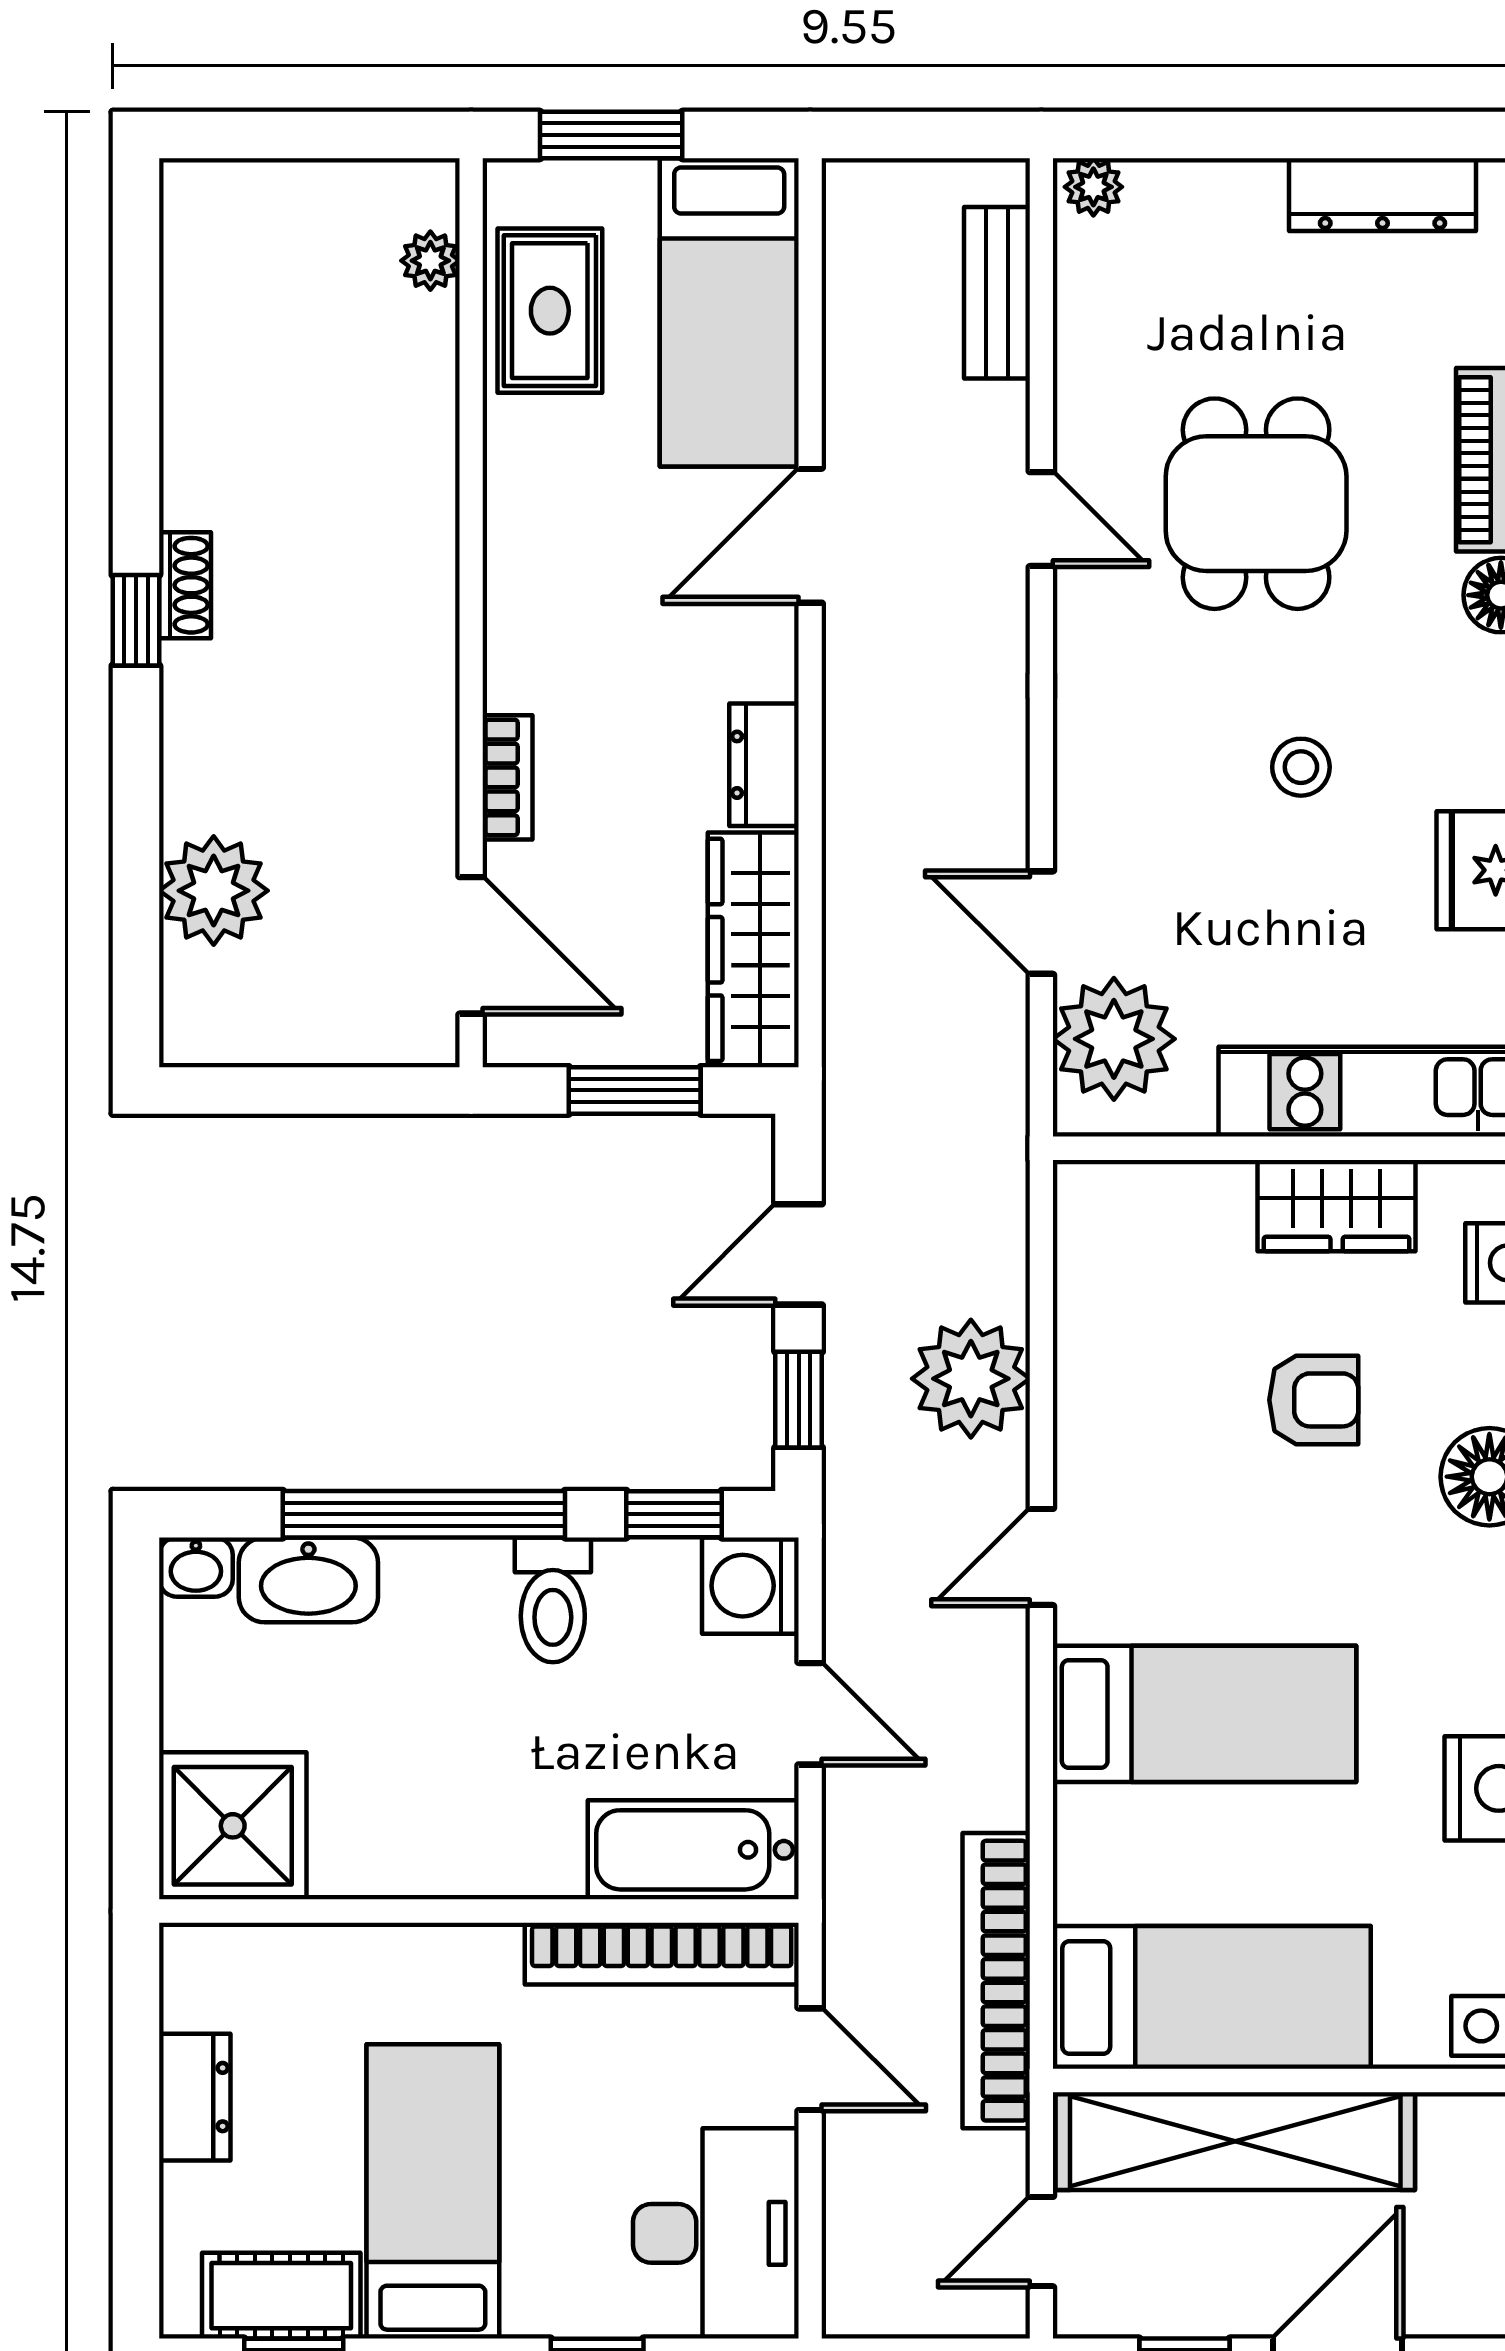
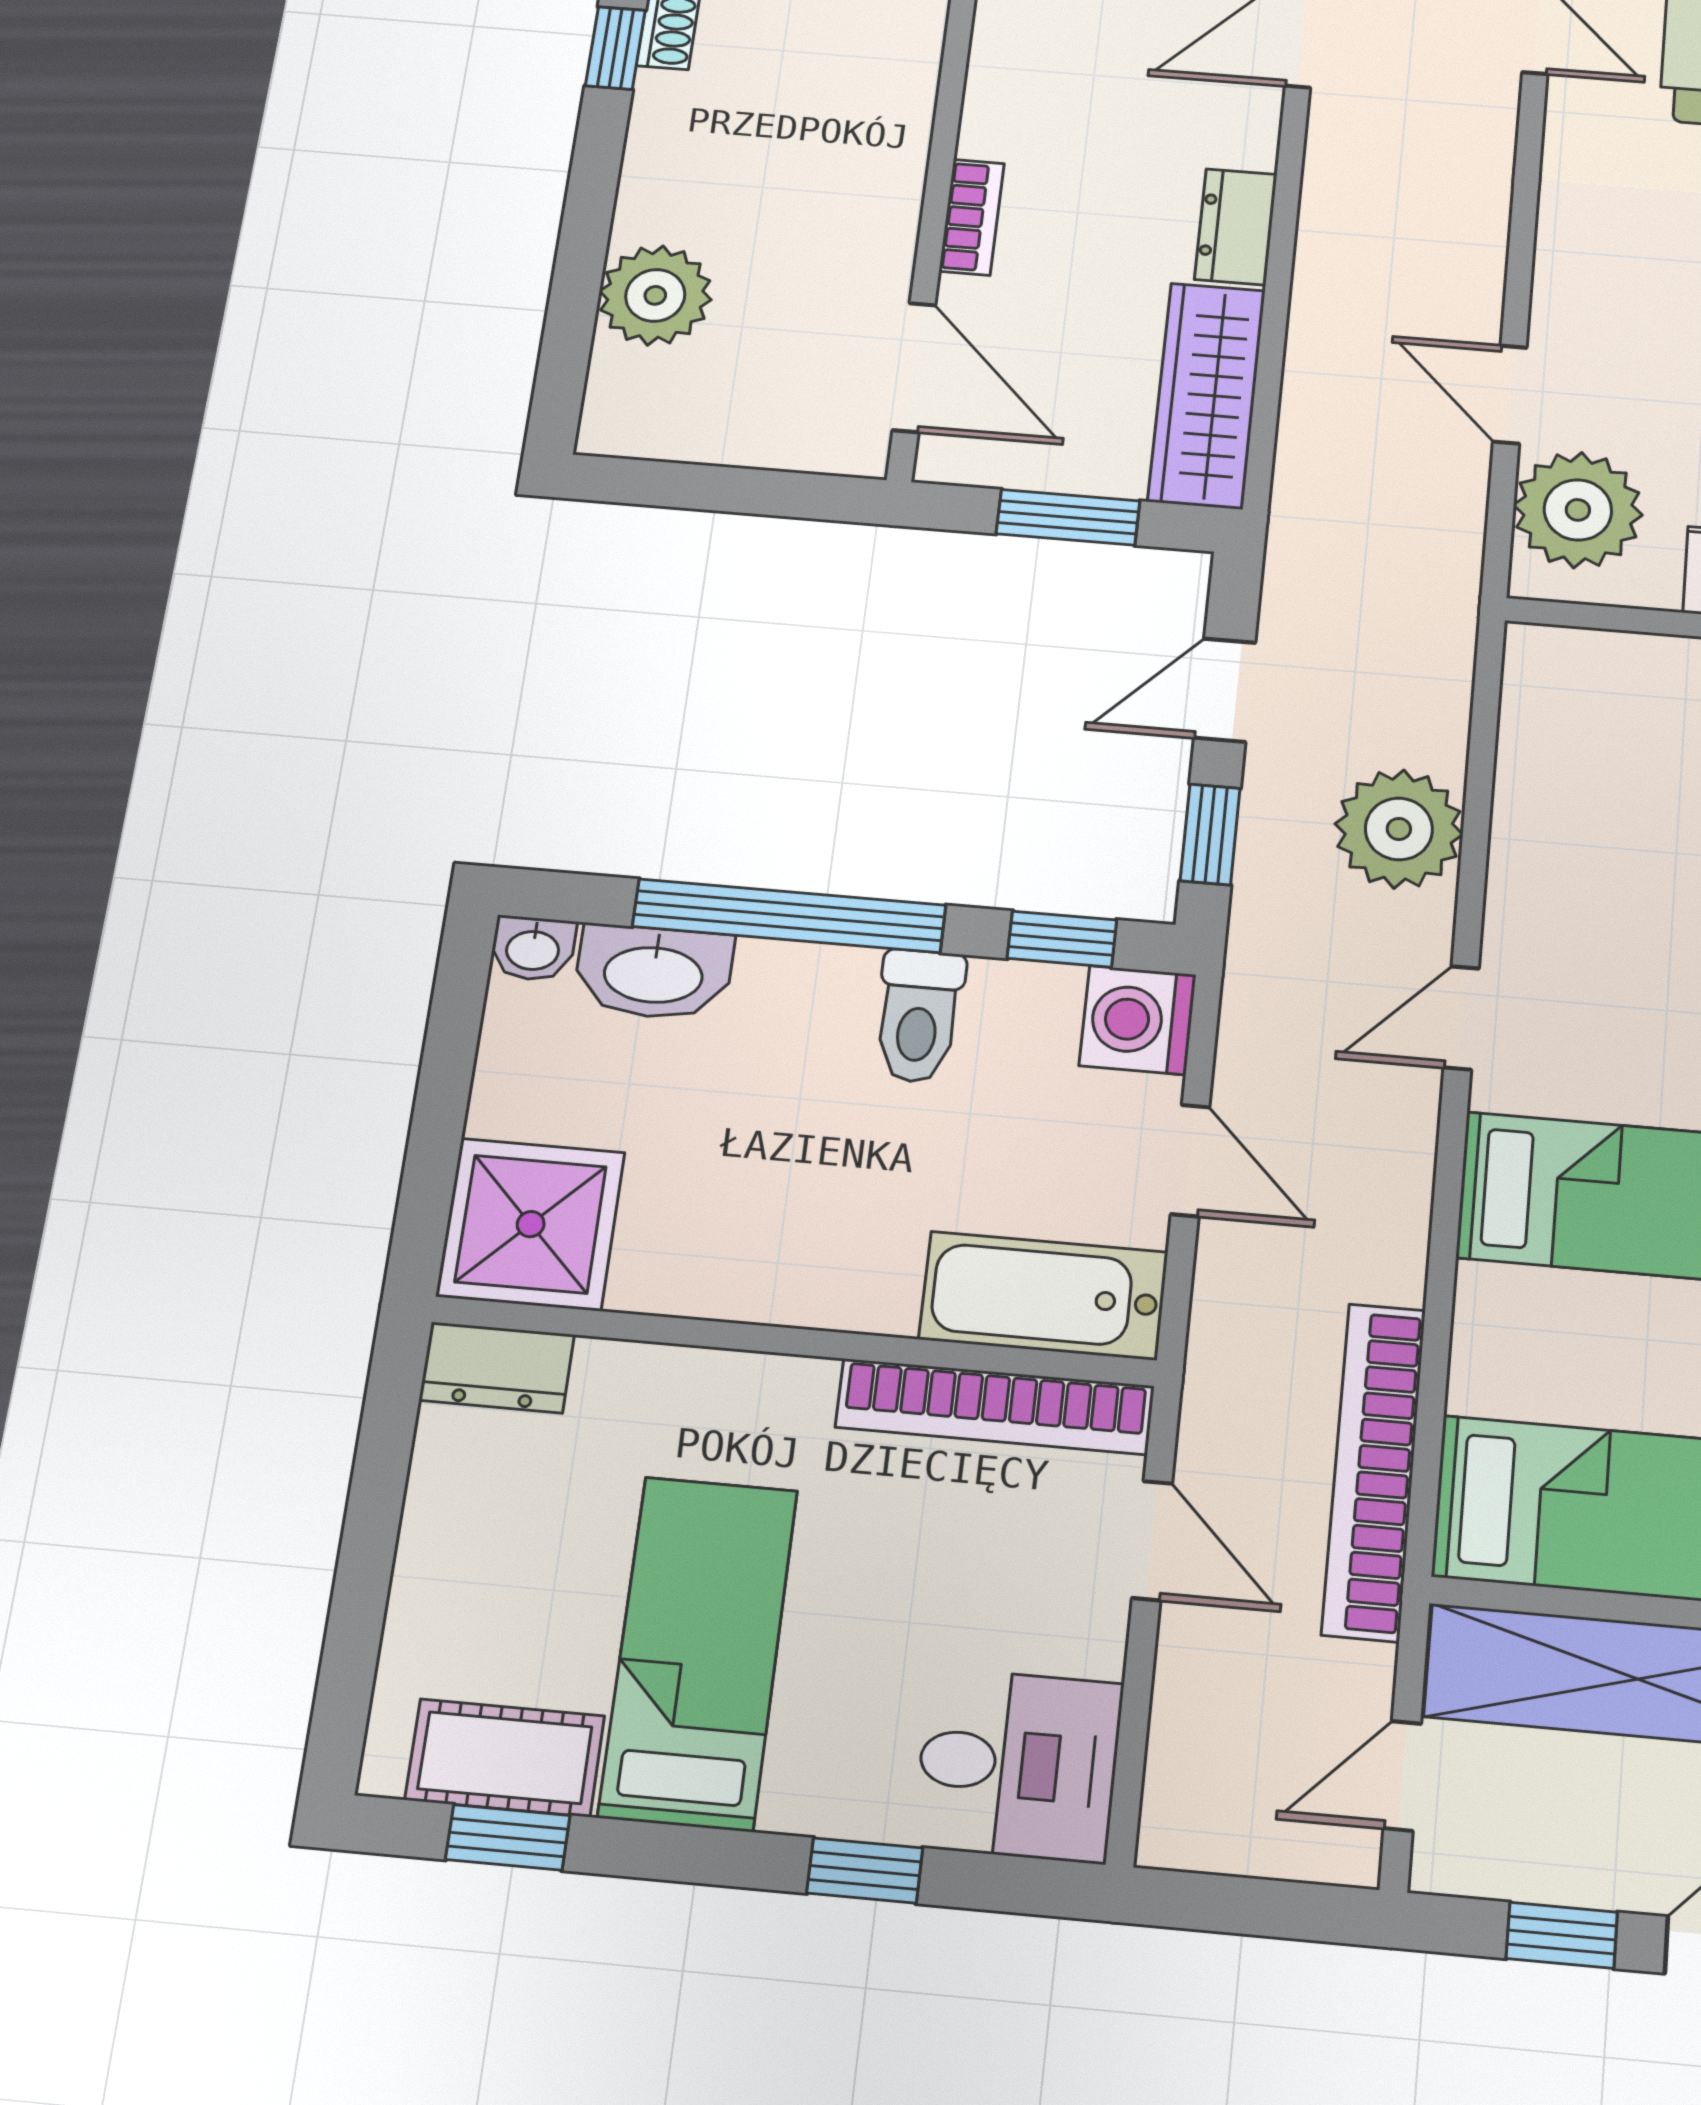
dresser: (195, 2097) -> (497, 1367), moved, turned 90
desk: (716, 2233) -> (1018, 1765), width x0.73

